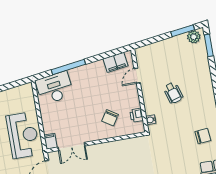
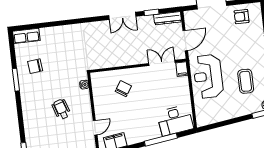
printer: (137, 115) -> (98, 90), removed

